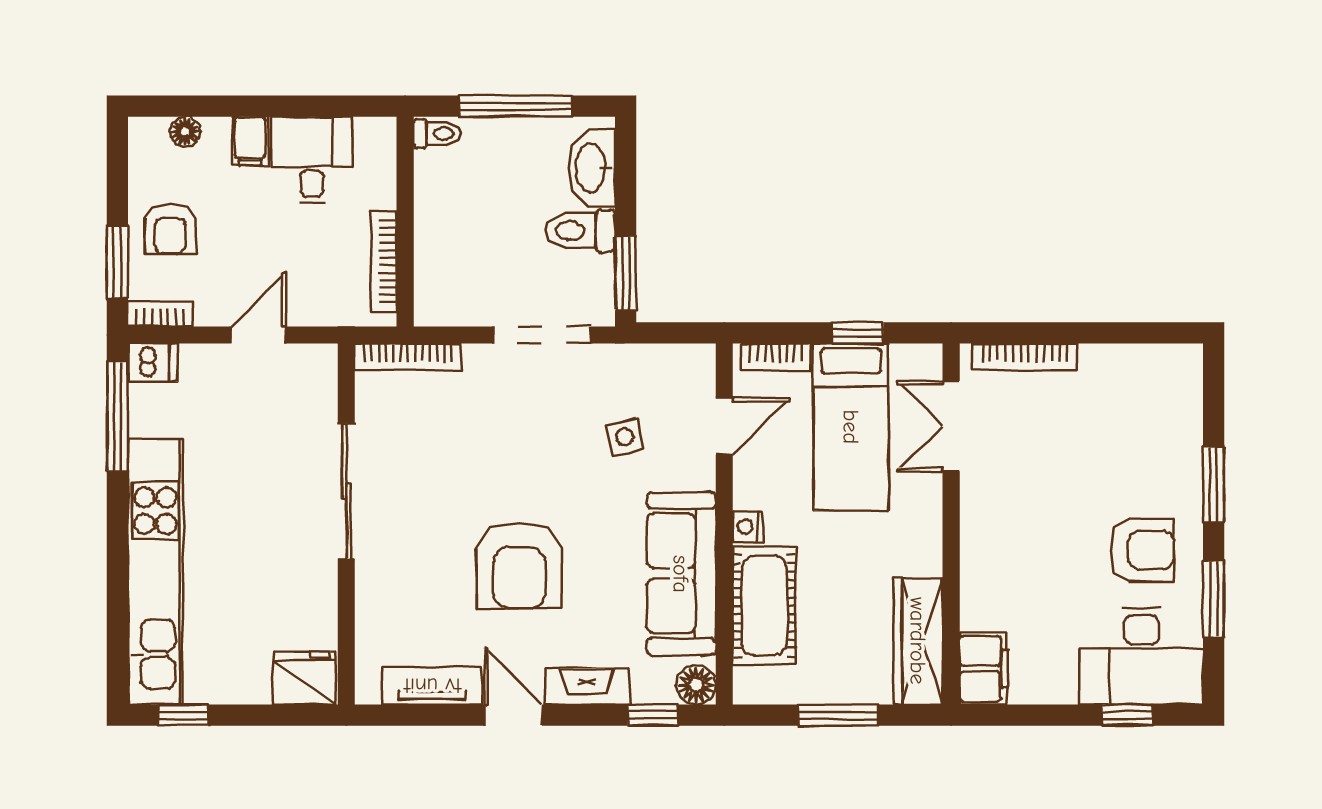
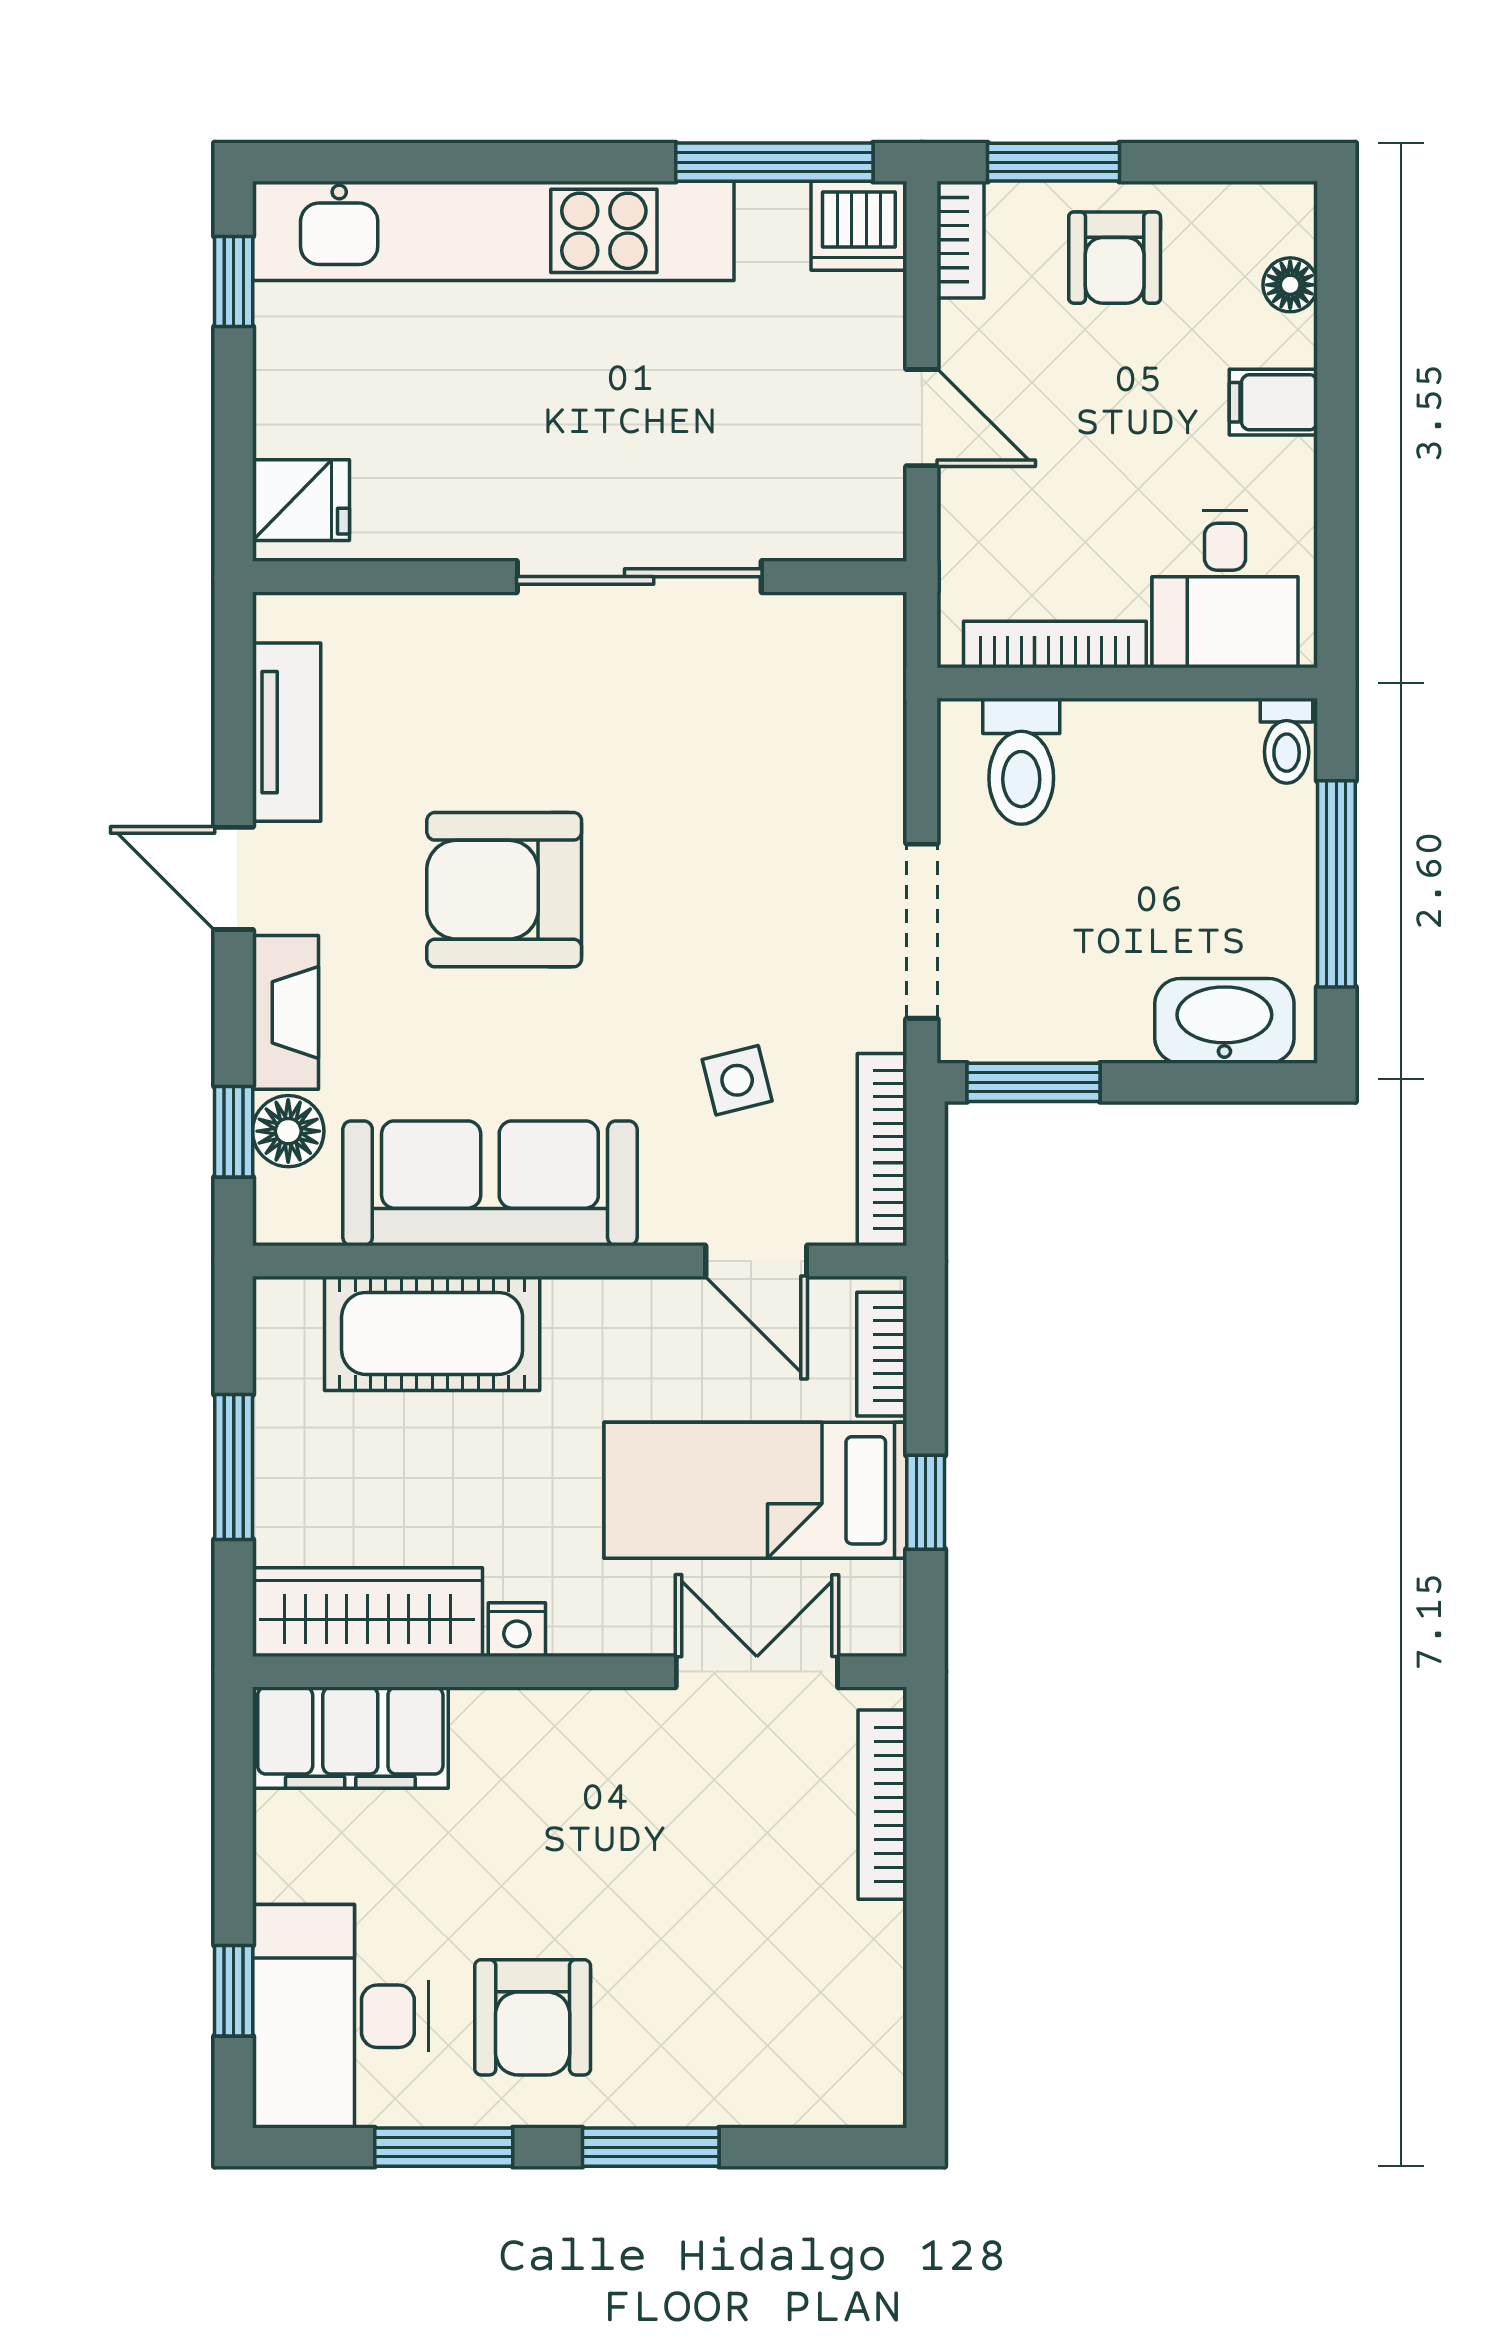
desk: (312, 160) -> (1225, 589), moved, turned 90
armchair: (170, 229) -> (1115, 258), turned -90
toilet: (580, 231) -> (1021, 761), moved, turned 180
bookcase: (408, 357) -> (882, 1150), moved
dishwasher: (153, 363) -> (859, 226), width x1.38
nightstand: (748, 527) -> (517, 1630), moved, turned 180
filing cabinet: (984, 669) -> (350, 1738), width x1.50, depth x1.17
fridge: (304, 678) -> (301, 500), width x0.72
floor lamp: (696, 685) -> (288, 1131), moved
door: (513, 715) -> (234, 878), swing flipped

